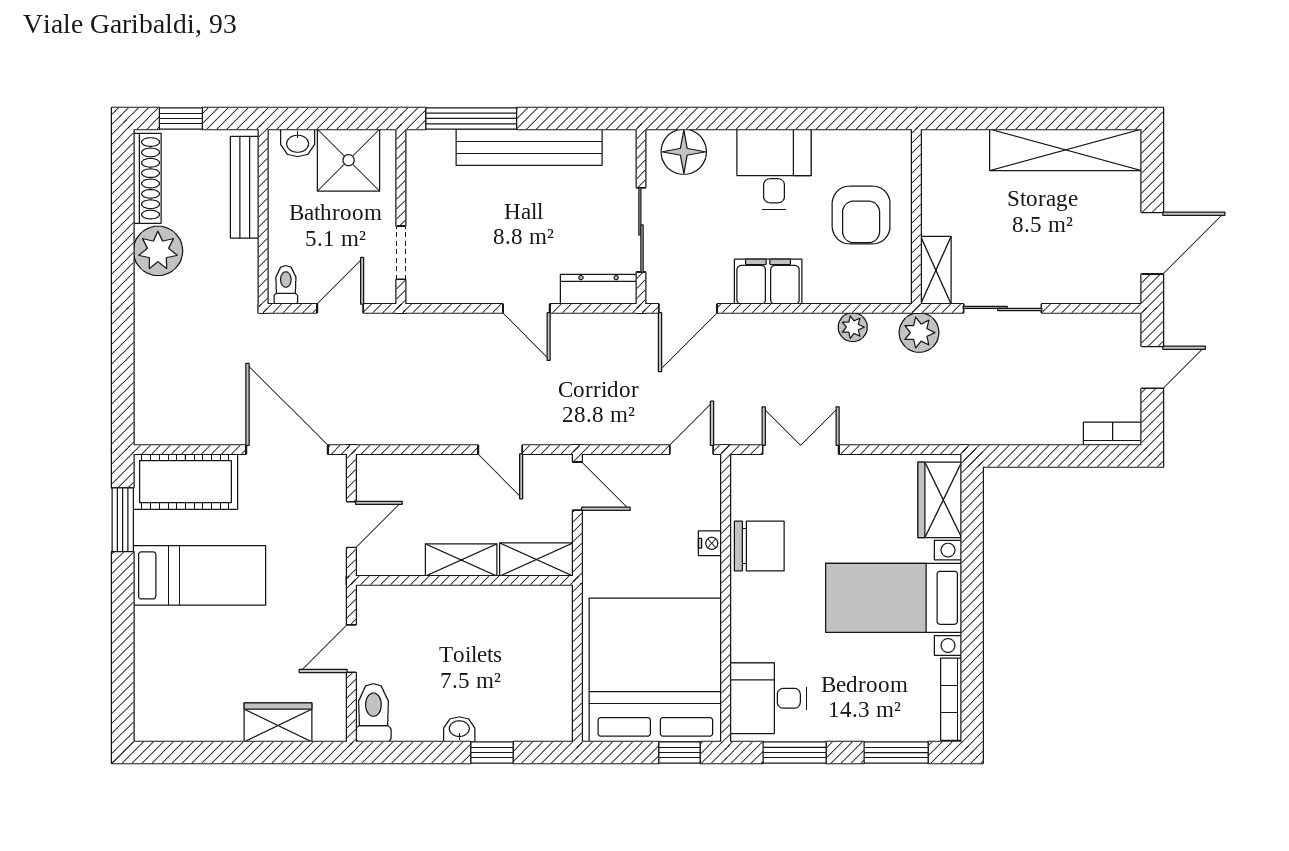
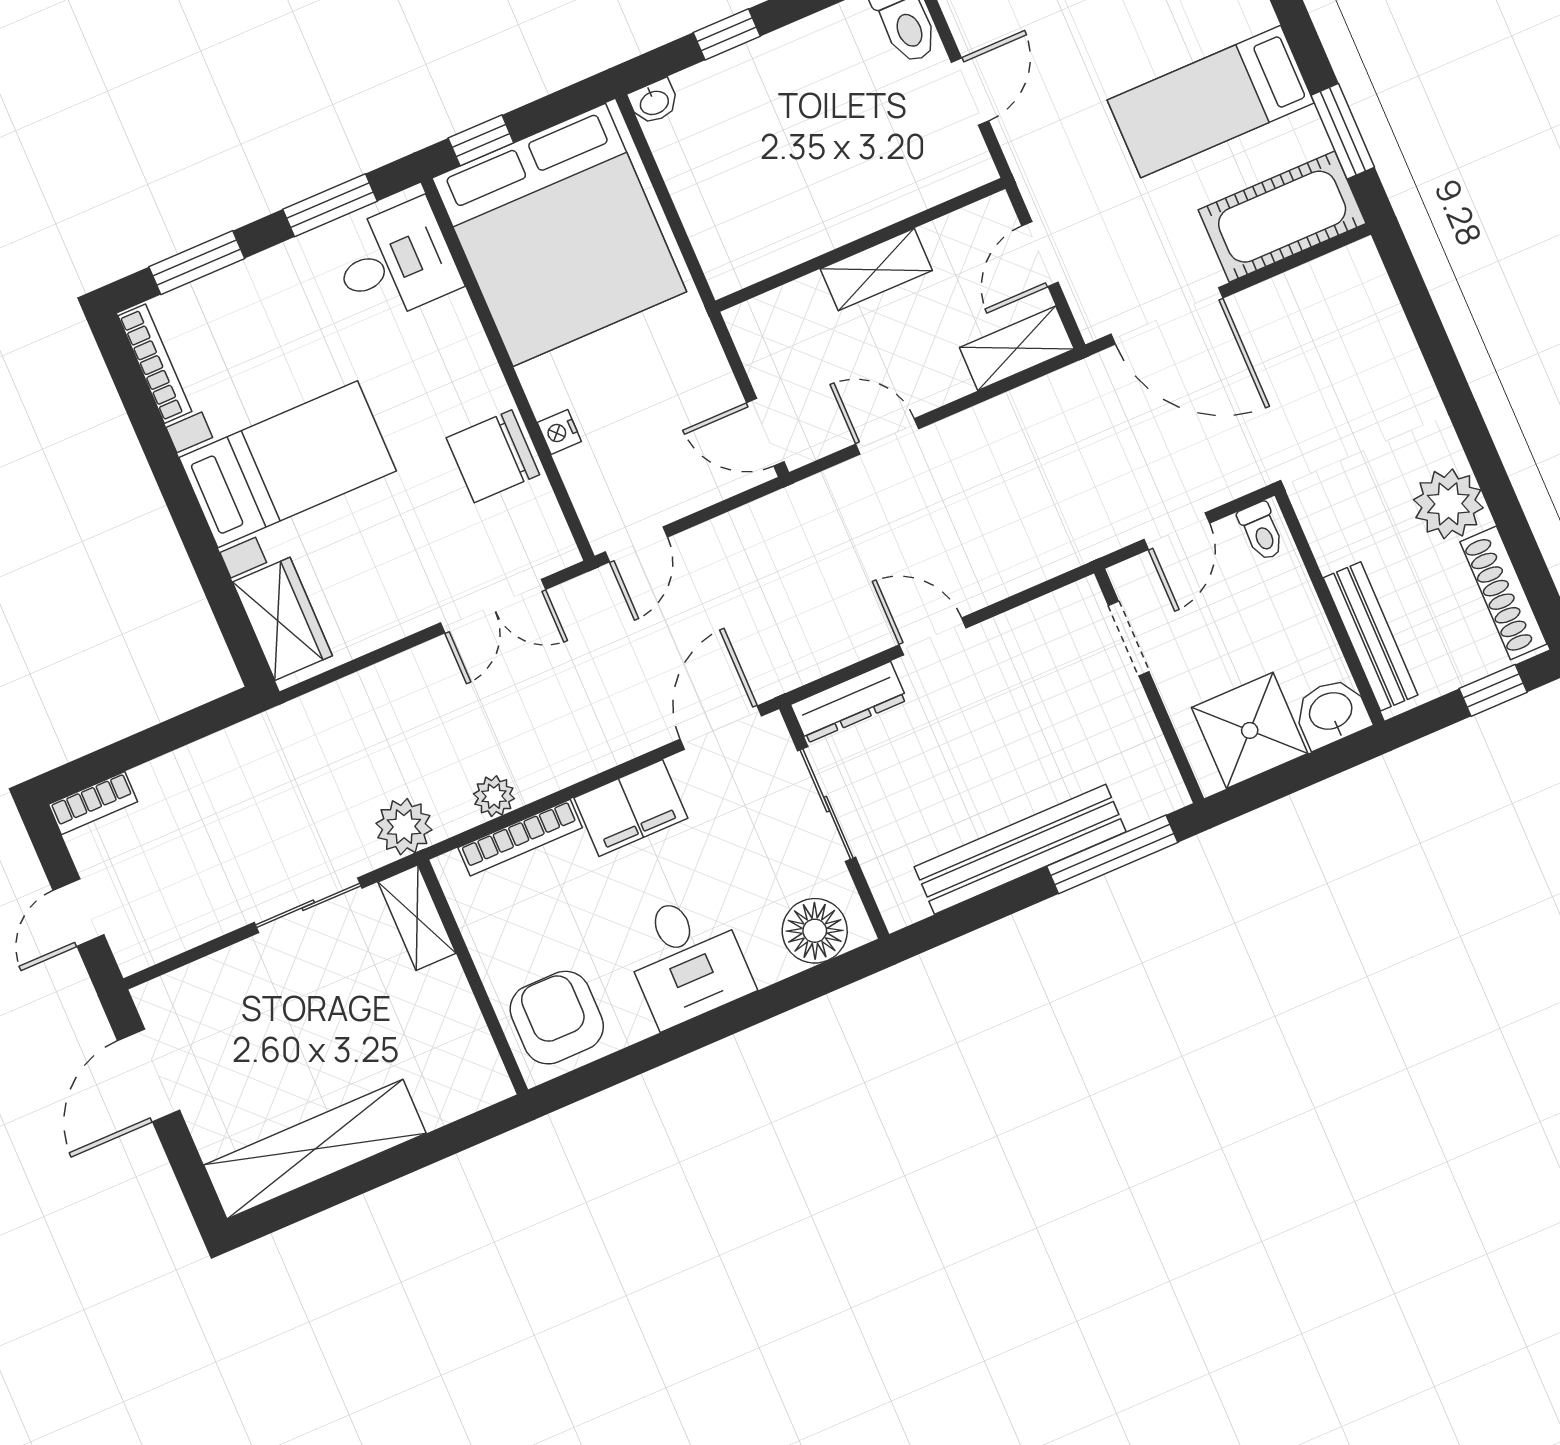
washbasin: (298, 143) -> (1331, 713), width x1.38, depth x1.45
armchair: (861, 215) -> (557, 1018), moved
bookcase: (847, 293) -> (520, 838), added
shelving: (536, 560) -> (1017, 348), moved
washbasin: (459, 729) -> (654, 102), moved

